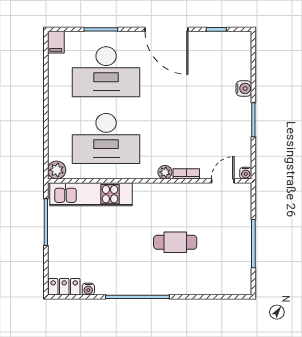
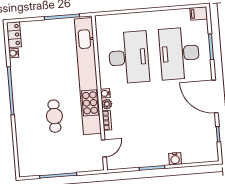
door: (166, 29) -> (215, 97), hinge flipped
desk: (106, 139) -> (129, 57), turned 180
plant: (57, 170) -> (102, 22), removed
water cooler: (246, 173) -> (105, 93), moved
door: (223, 181) -> (104, 148), hinge flipped
kitchen unit: (91, 194) -> (88, 76), width x1.86

